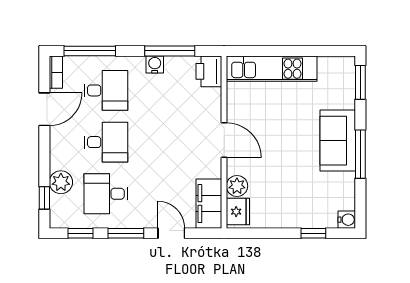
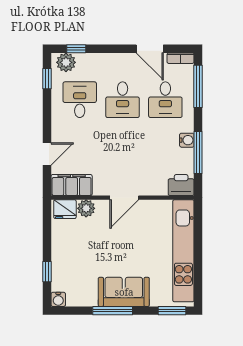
kitchen unit: (272, 69) -> (183, 251), width x1.36
plant: (61, 182) -> (66, 62), moved
window: (126, 233) -> (47, 116), removed

